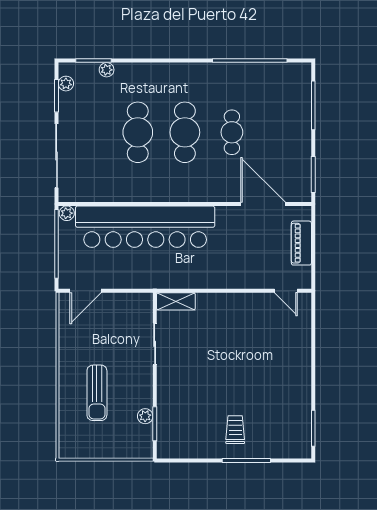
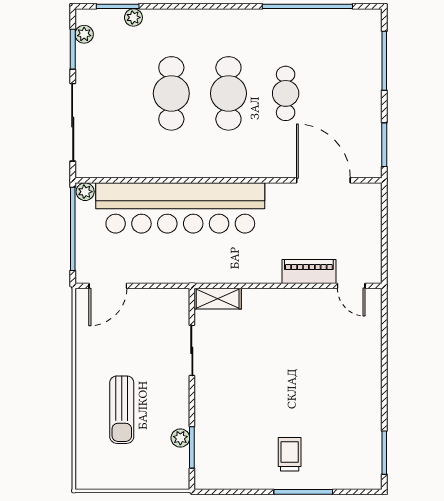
piano: (301, 243) -> (309, 272), moved, turned 90

